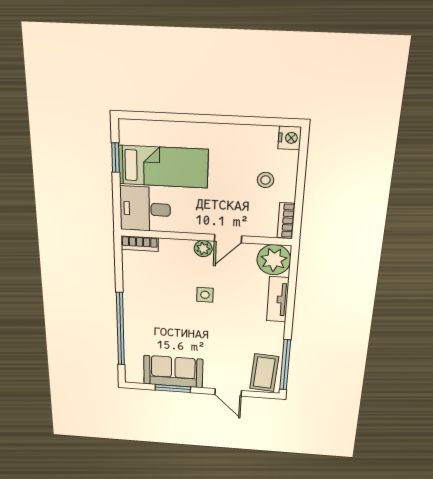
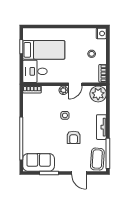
tv unit: (278, 299) -> (101, 127), moved
armchair: (221, 334) -> (74, 137), added
sofa: (173, 372) -> (39, 162), moved

